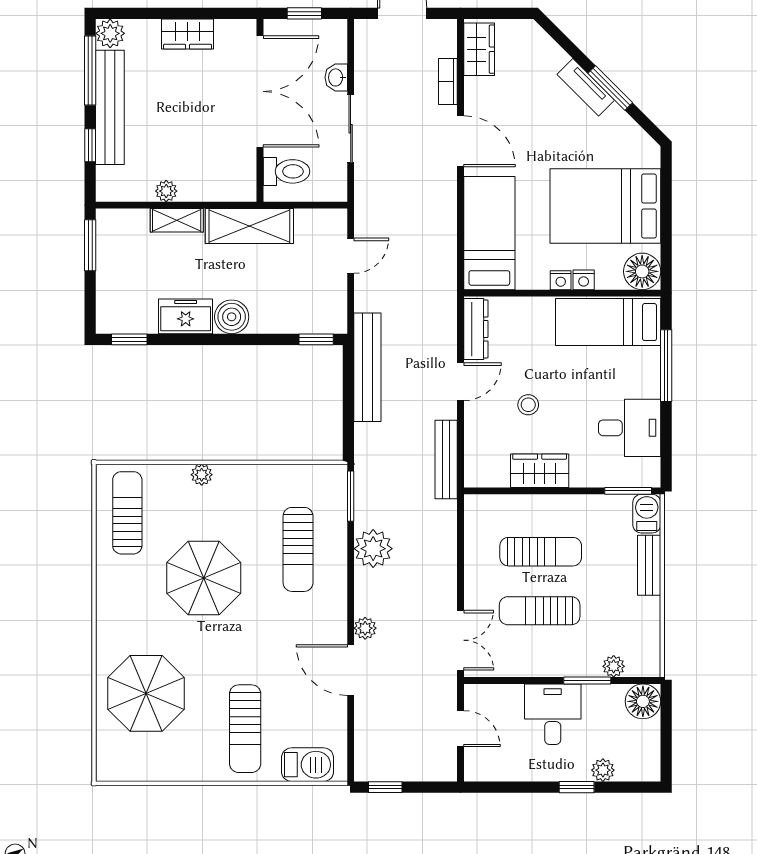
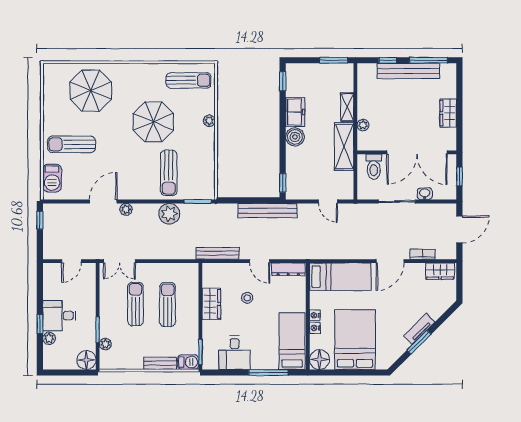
plant: (110, 33) -> (449, 71), removed
plant: (166, 191) -> (363, 125), moved
sun lounger: (298, 549) -> (169, 173), turned -90
sun lounger: (541, 552) -> (168, 305), turned 180
desk: (553, 714) -> (59, 316), moved, turned 180

